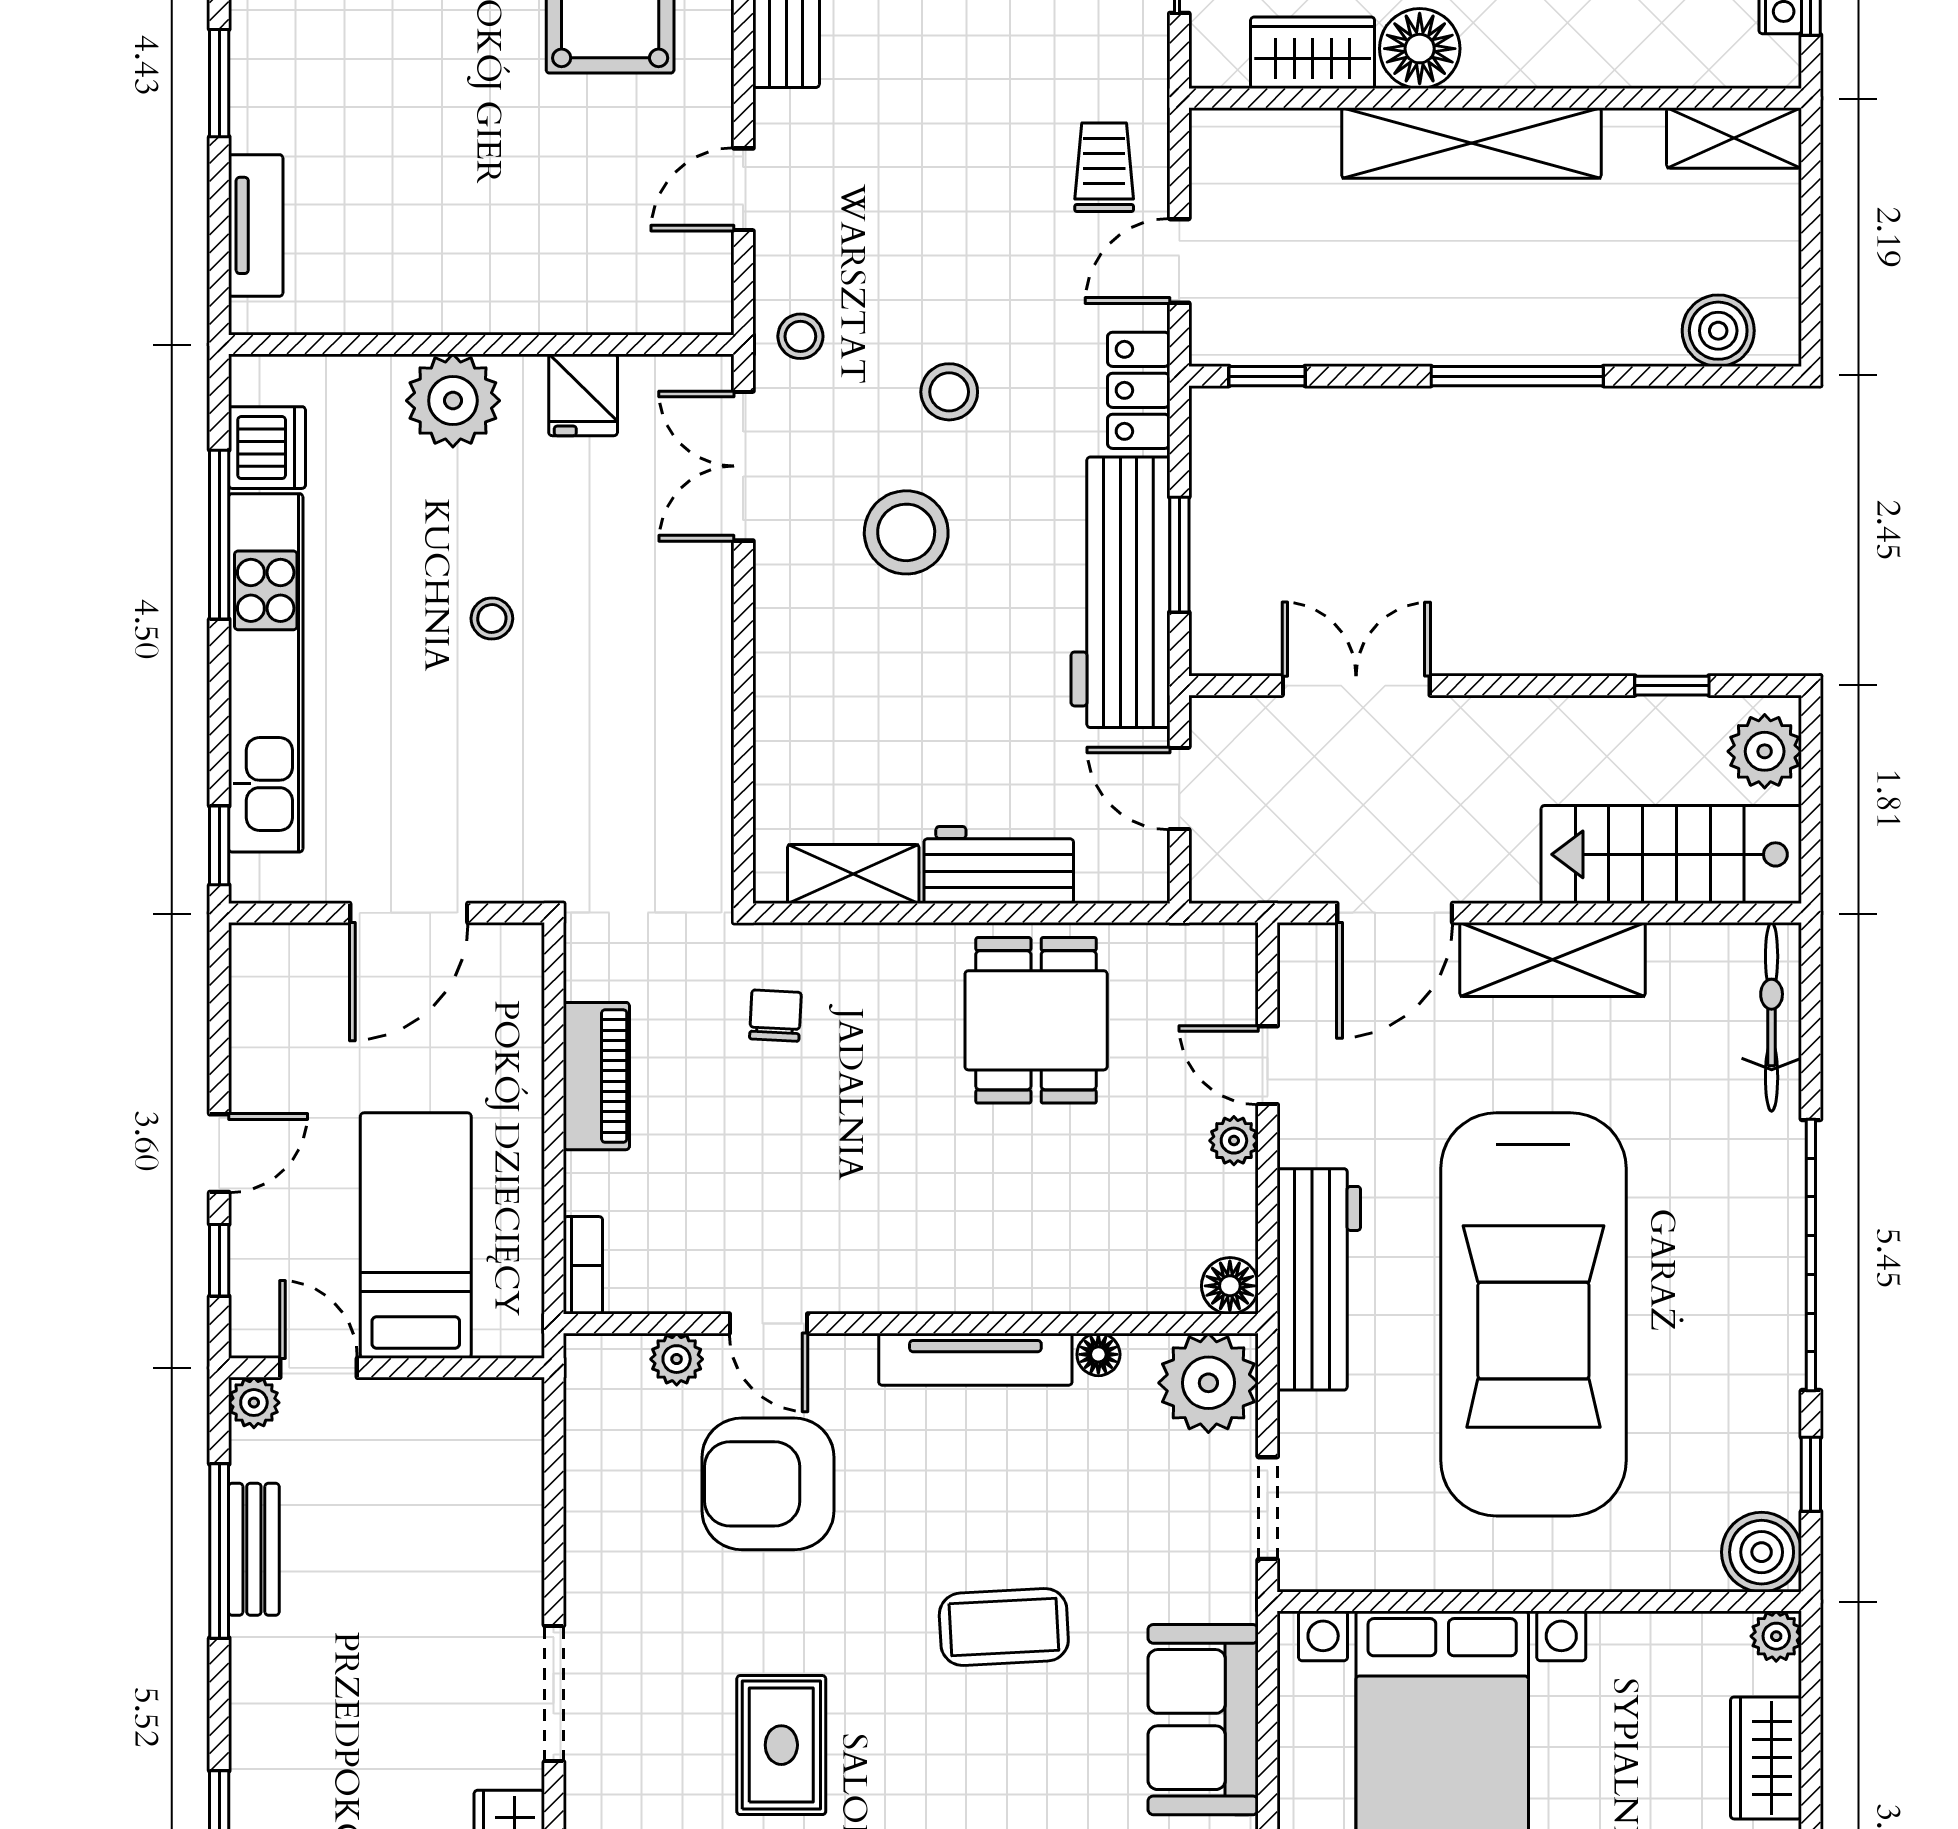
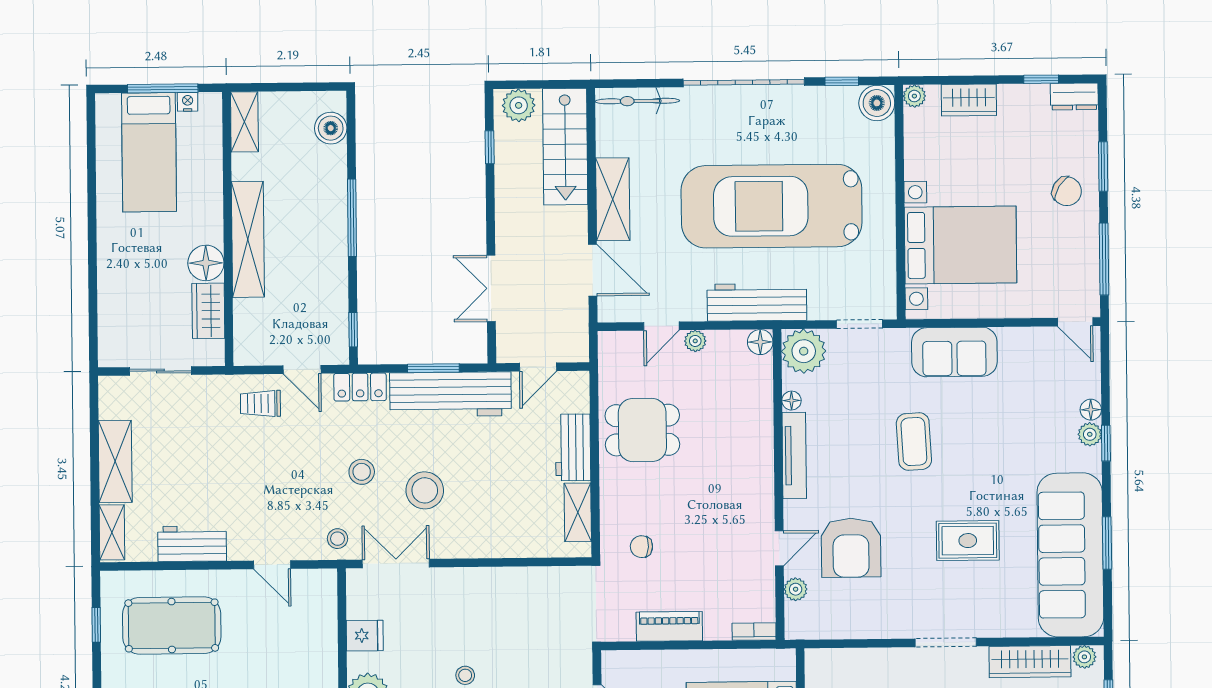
double door: (743, 466) -> (396, 563), swing flipped
car: (1533, 1314) -> (772, 206), turned 180

